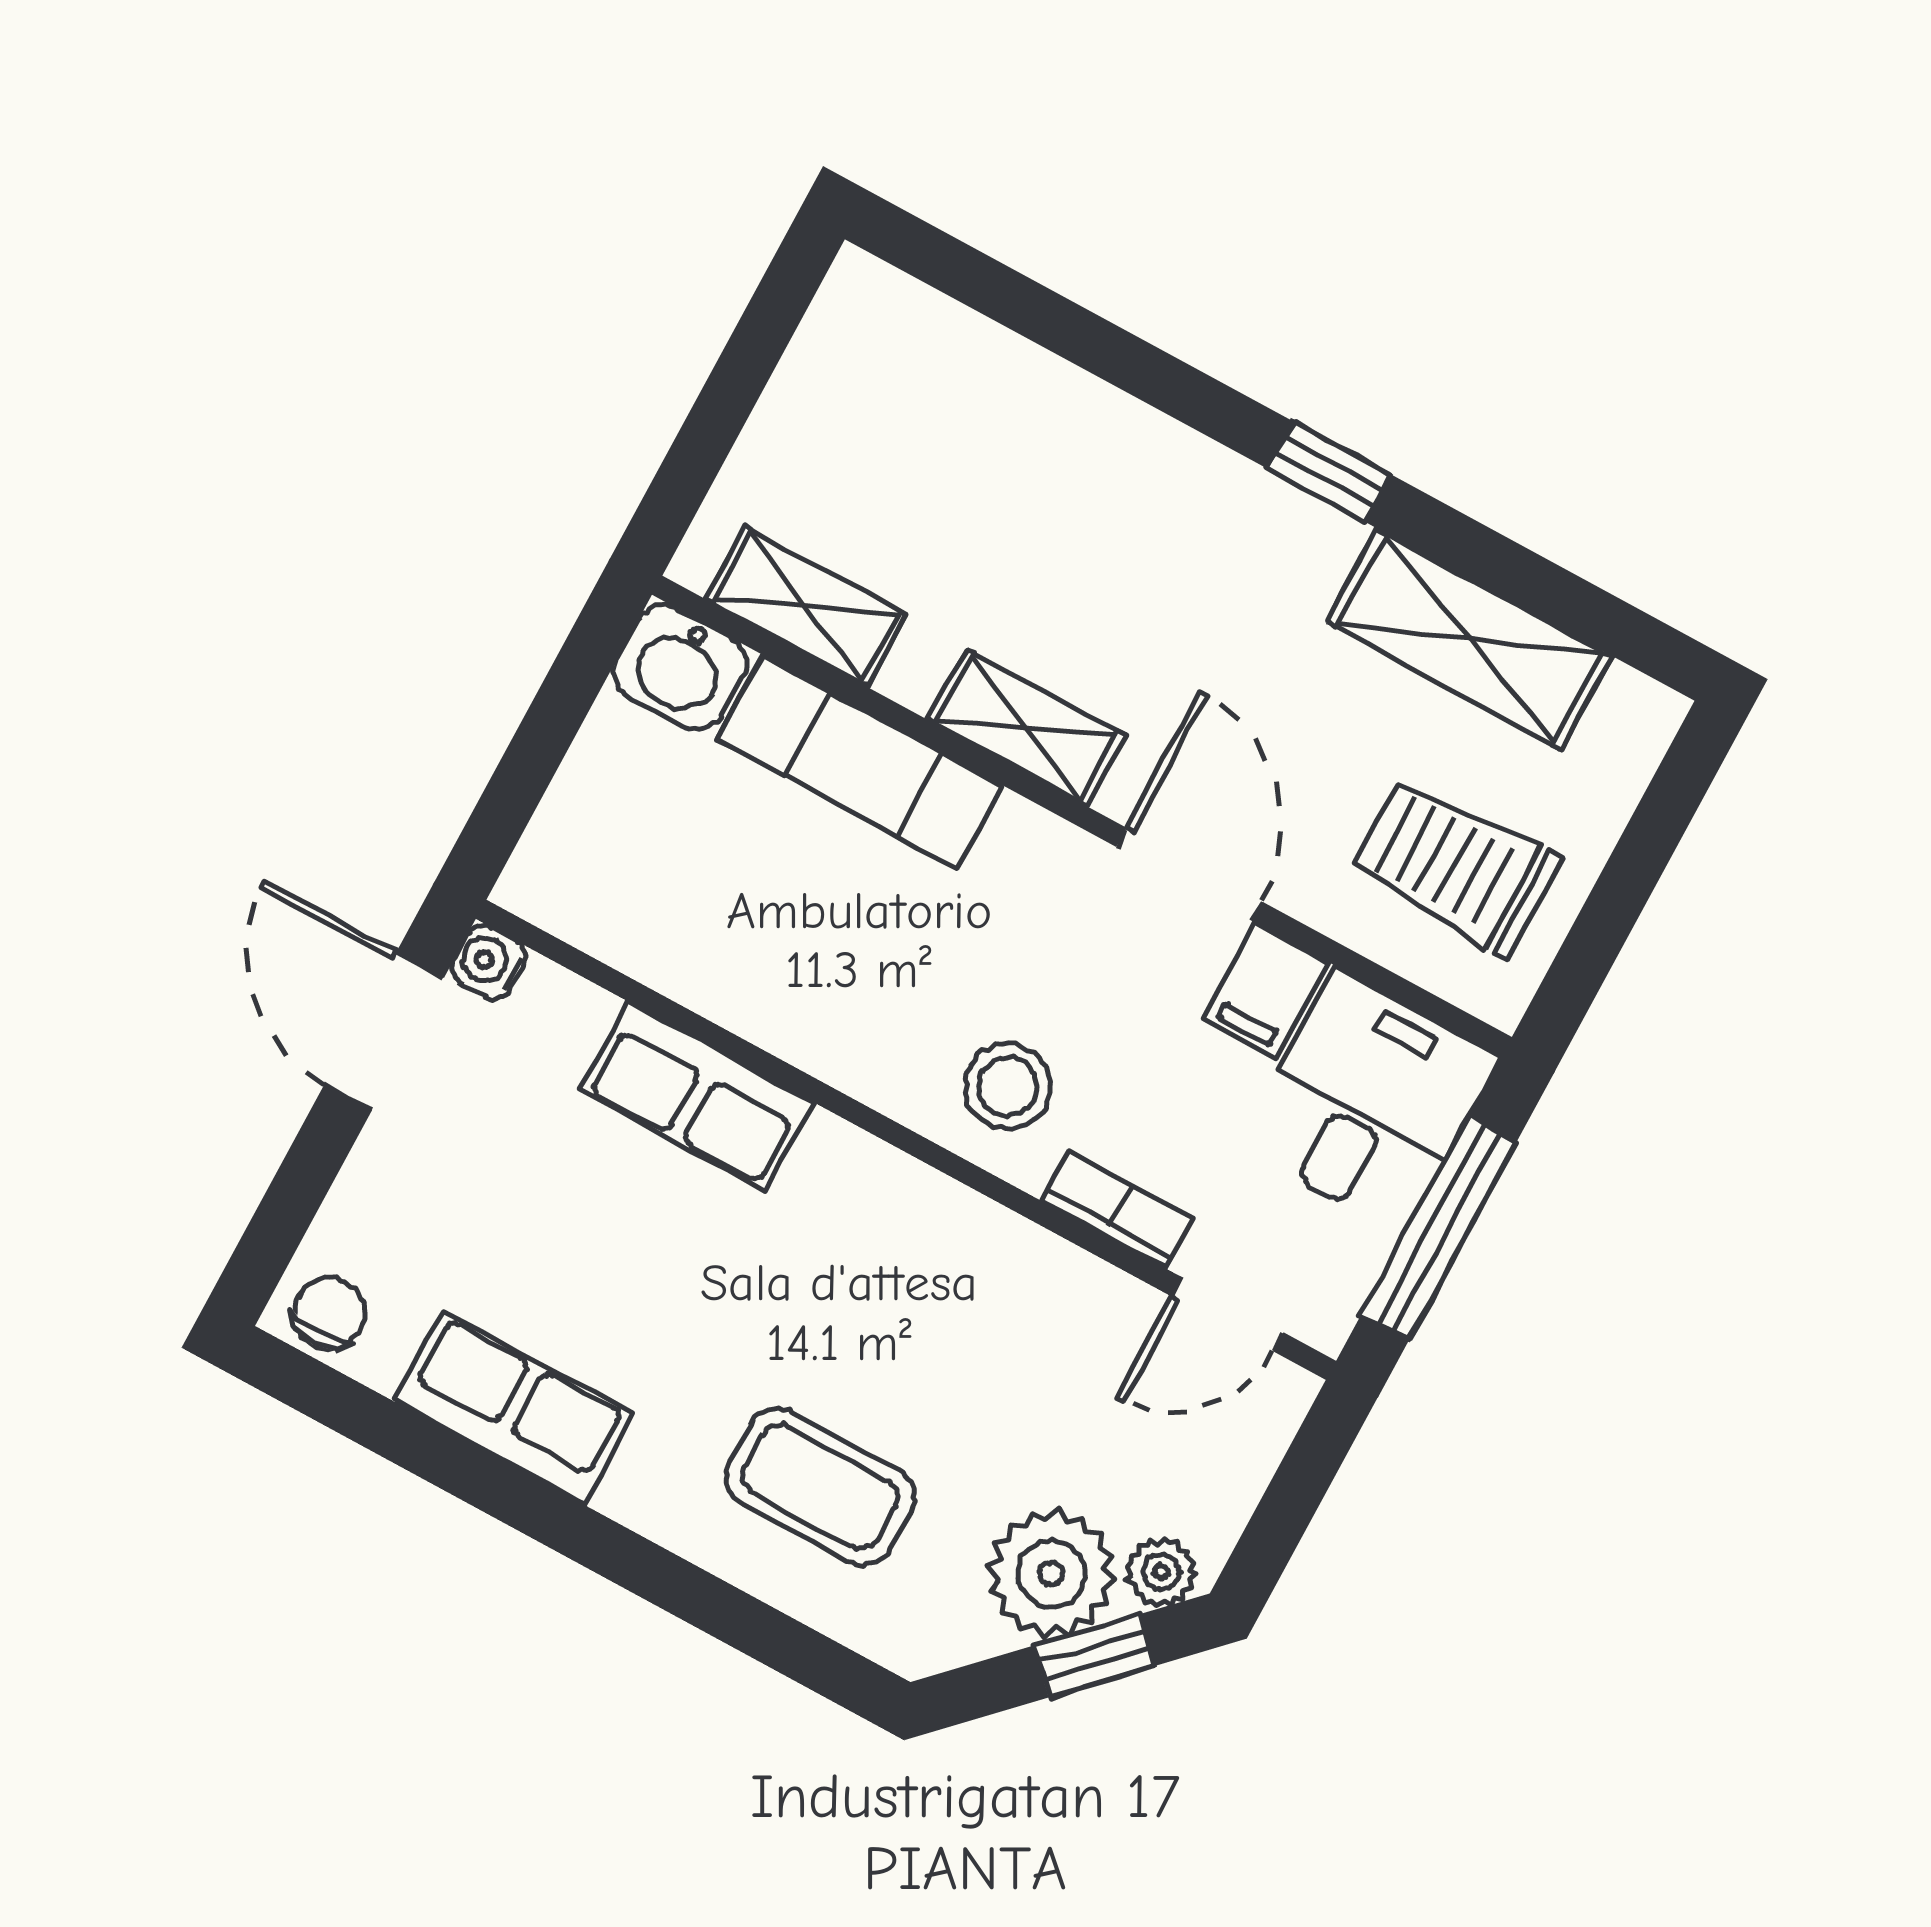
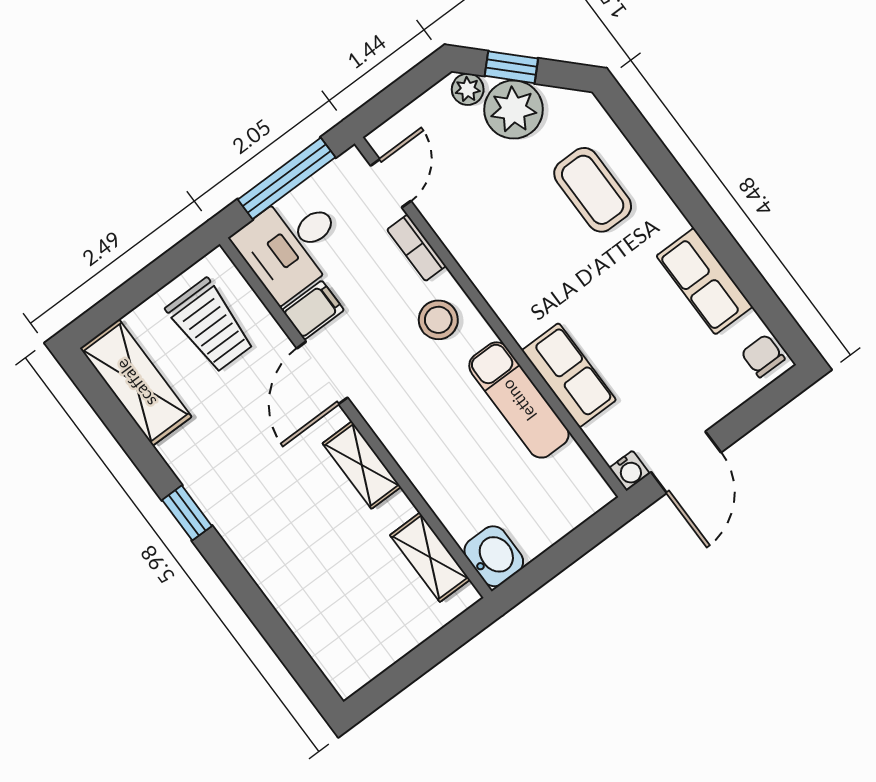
shelving: (1469, 639) -> (136, 383), moved
exam couch: (860, 762) -> (519, 400), moved, turned 180
chair: (329, 1313) -> (763, 356), turned 90
door: (1227, 1314) -> (391, 183), hinge flipped

